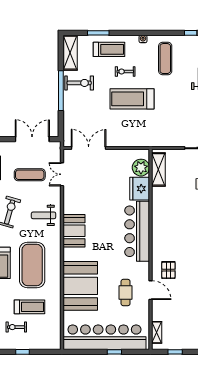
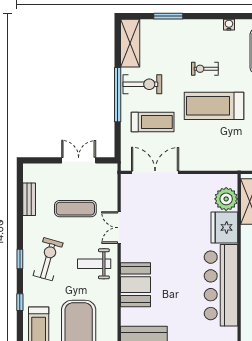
treadmill: (109, 49) -> (153, 122), moved
double door: (32, 139) -> (79, 160), width x0.73
double door: (62, 174) -> (119, 228), moved

